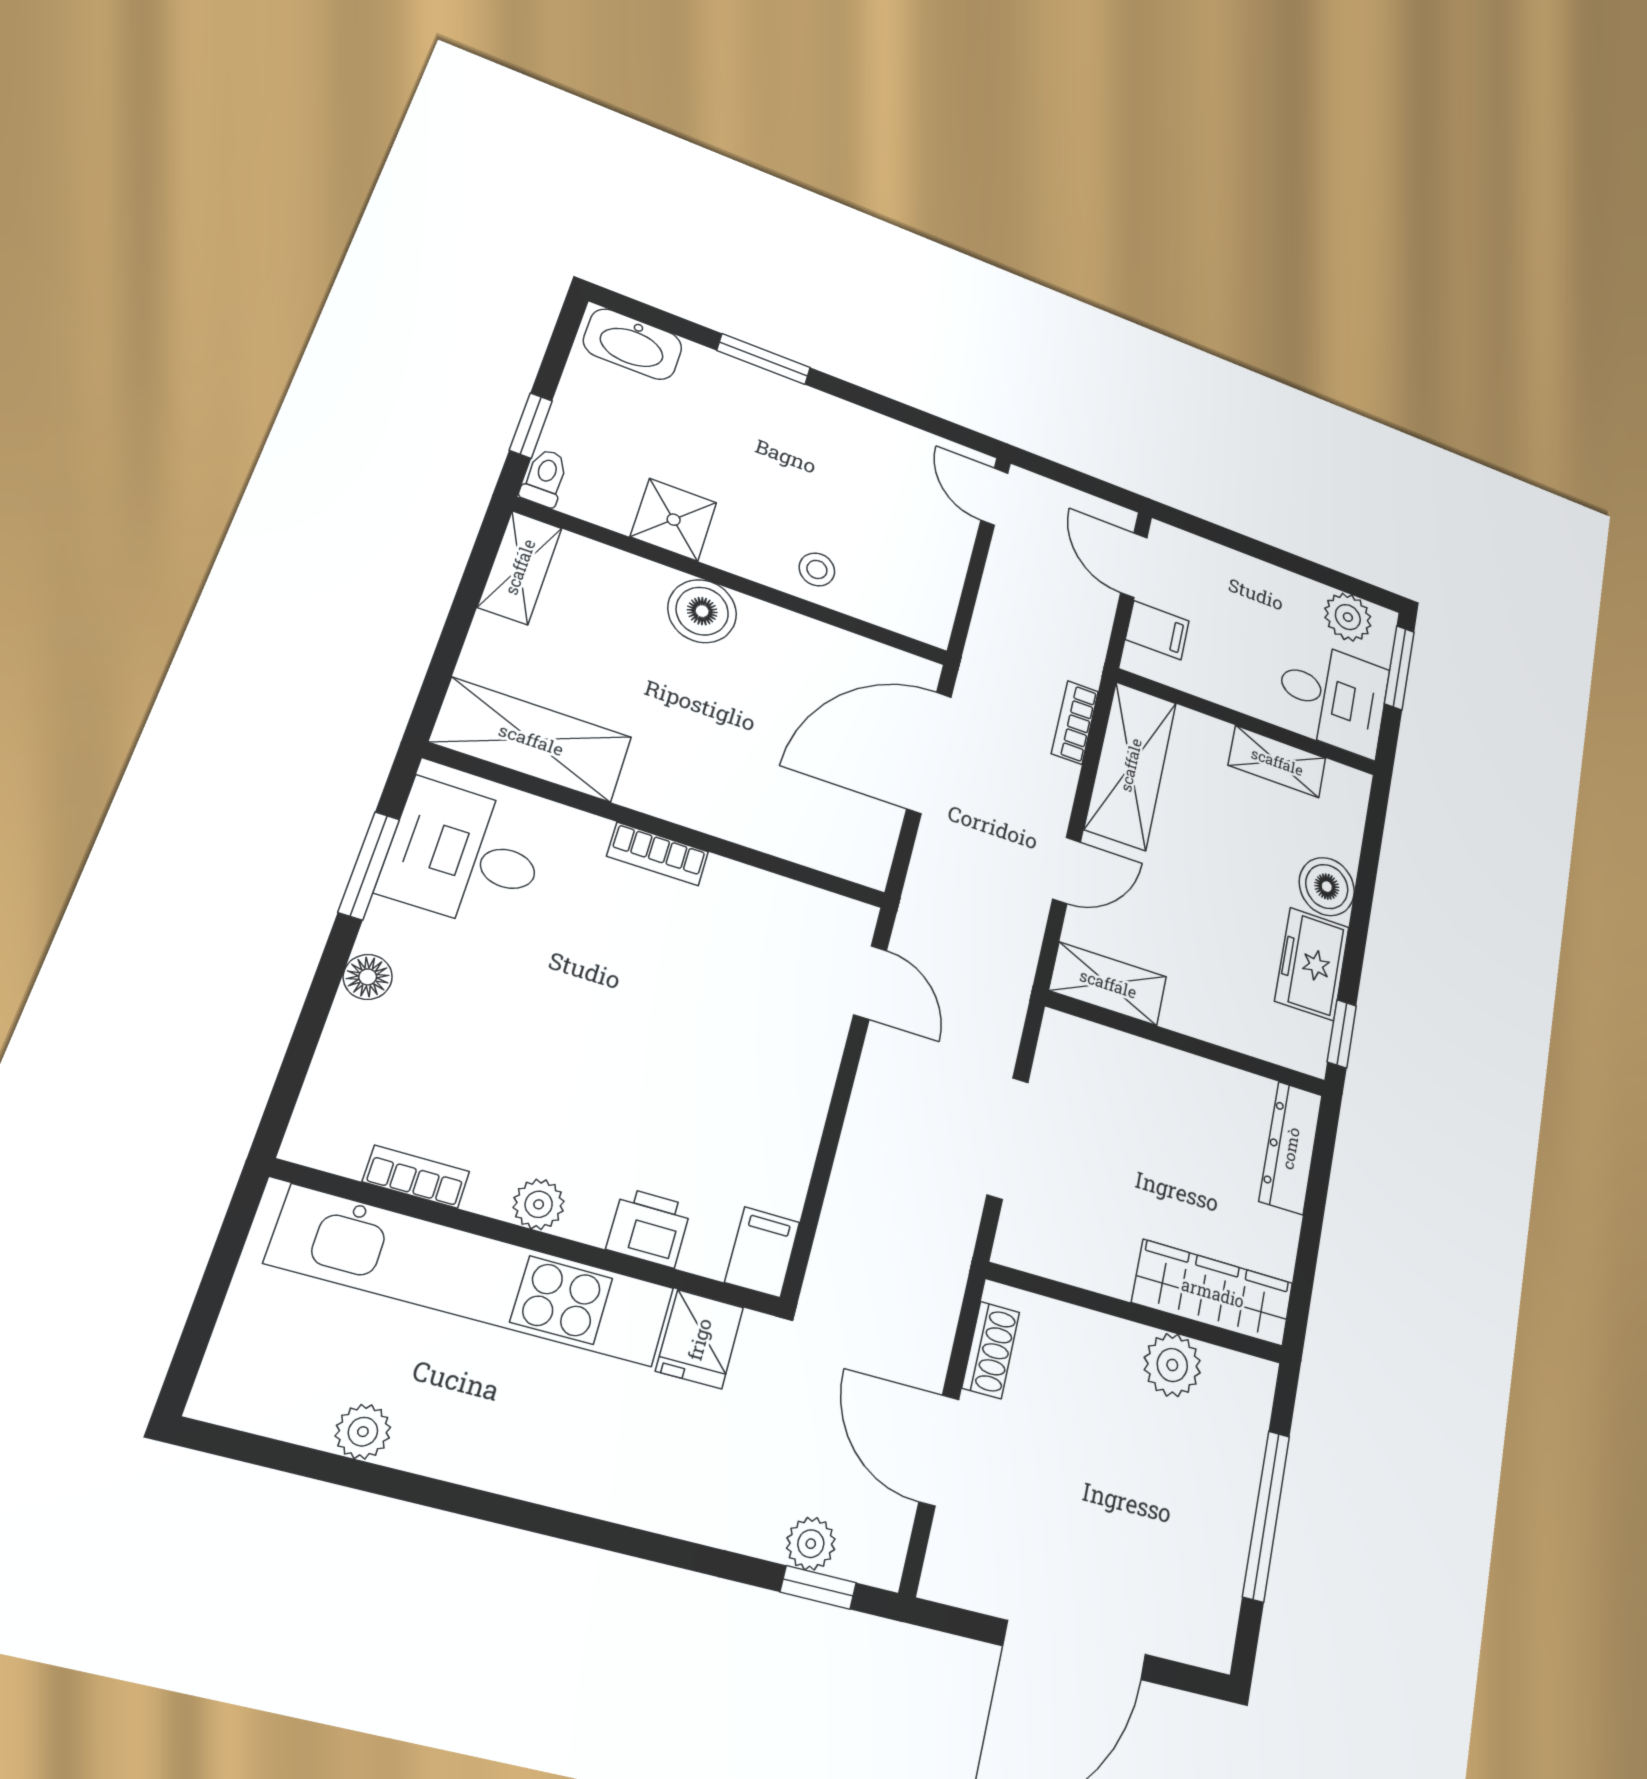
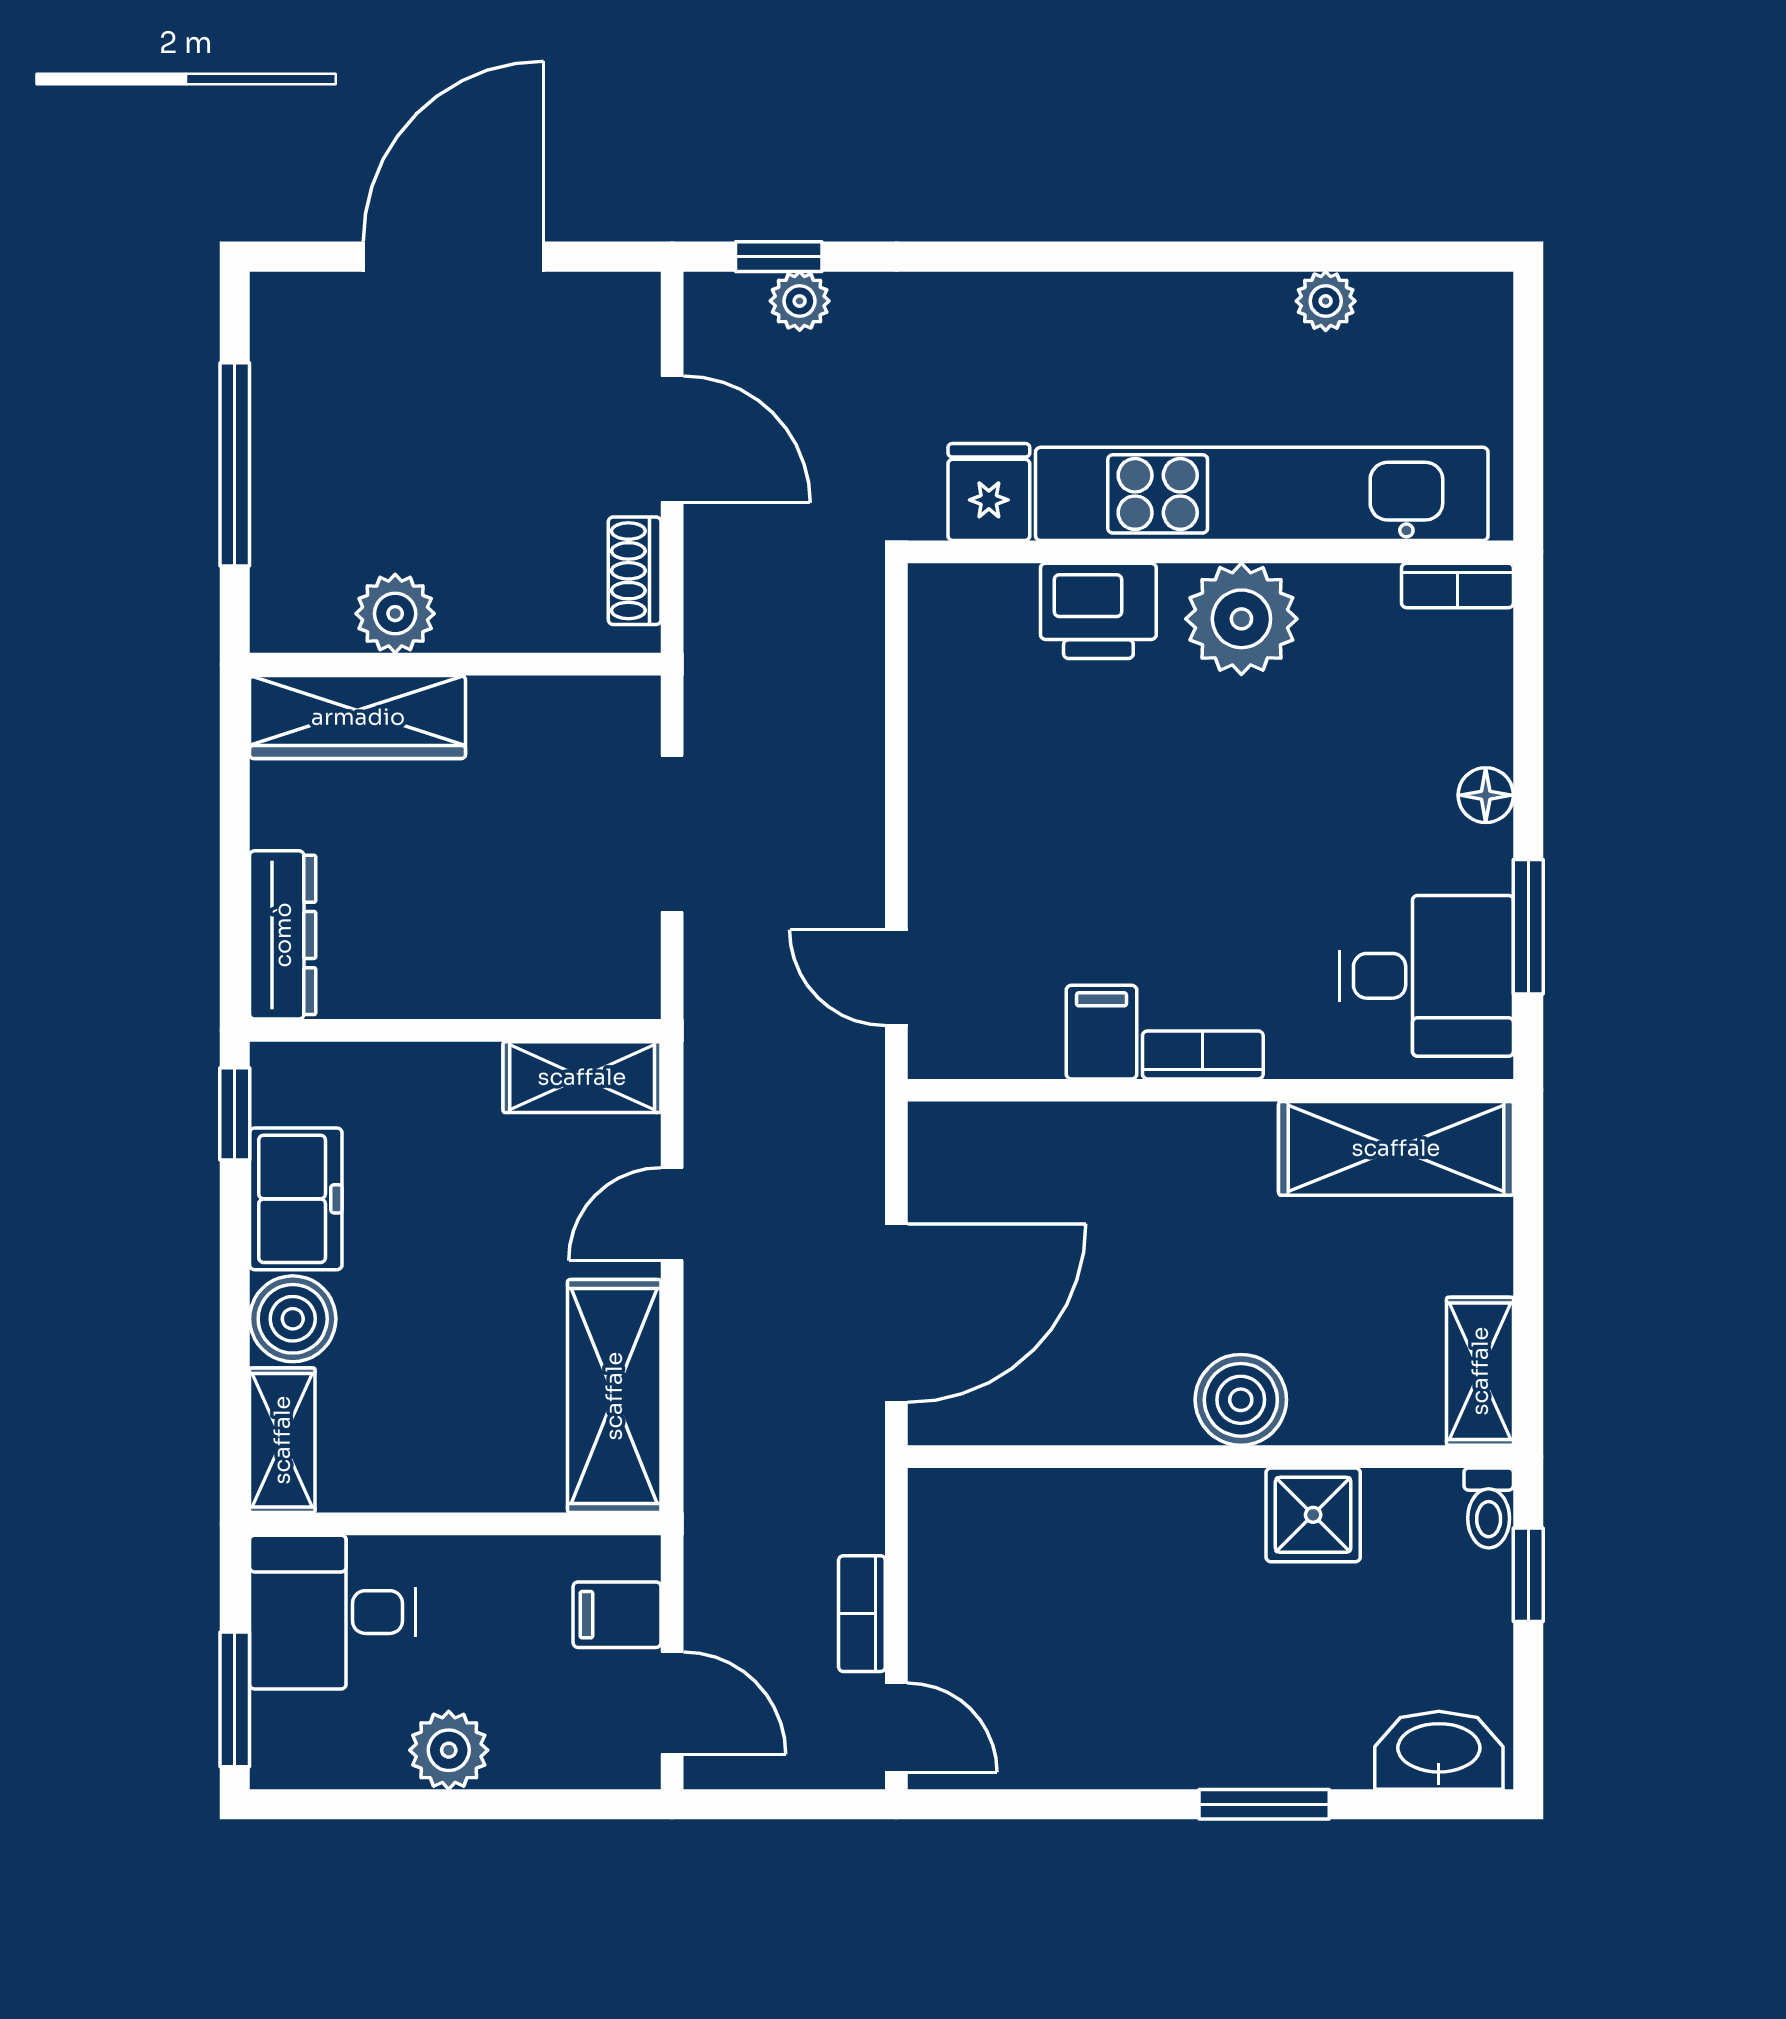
stool: (817, 569) -> (1110, 1518), removed
plant: (1348, 617) -> (449, 1750), moved
bookcase: (1075, 722) -> (862, 1614), moved, turned 180
shelving: (1277, 762) -> (282, 1440), moved, turned 90
bookcase: (416, 1177) -> (1457, 585), moved
plant: (539, 1204) -> (1241, 619), width x1.88, depth x1.88
printer: (649, 1228) -> (1098, 611), width x1.36, depth x1.24
filing cabinet: (762, 1252) -> (1101, 1032), moved, turned 180

